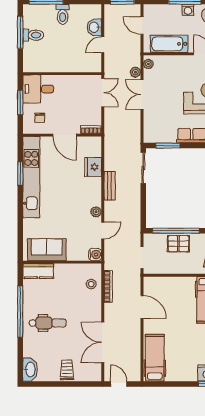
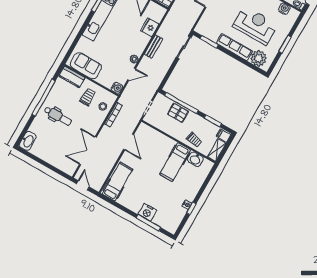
trolley: (67, 370) -> (88, 97), moved

